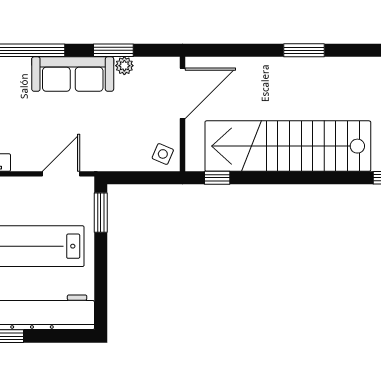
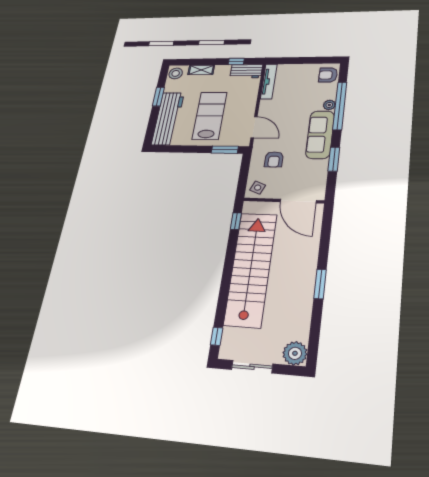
plant: (124, 66) -> (329, 105), moved
armchair: (116, 137) -> (274, 159), added

